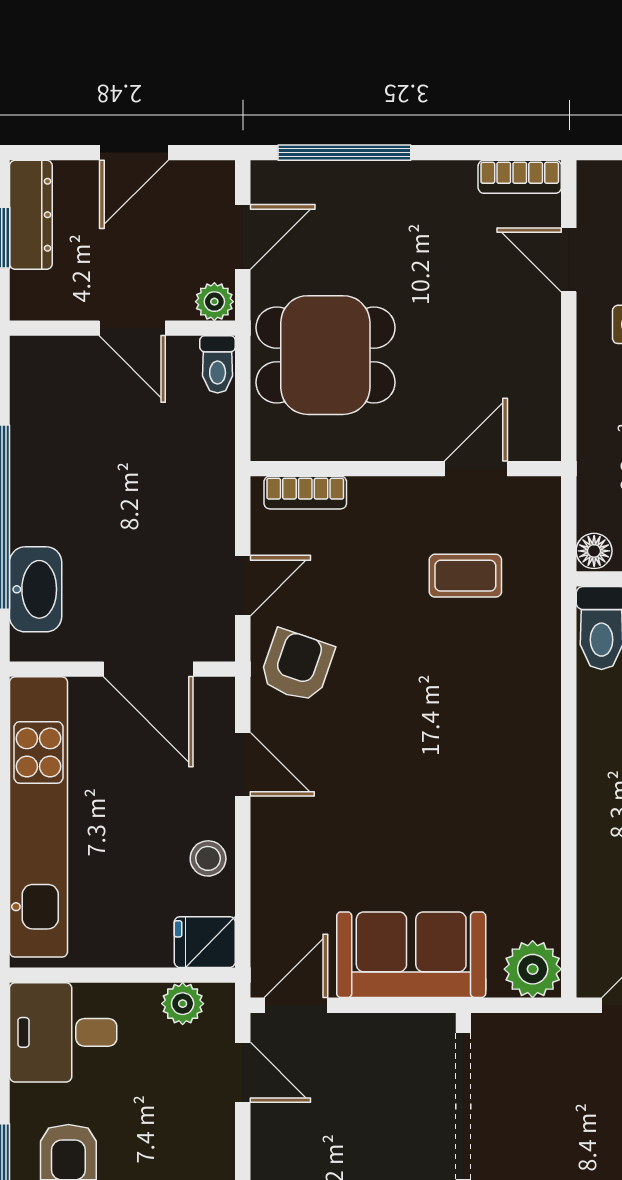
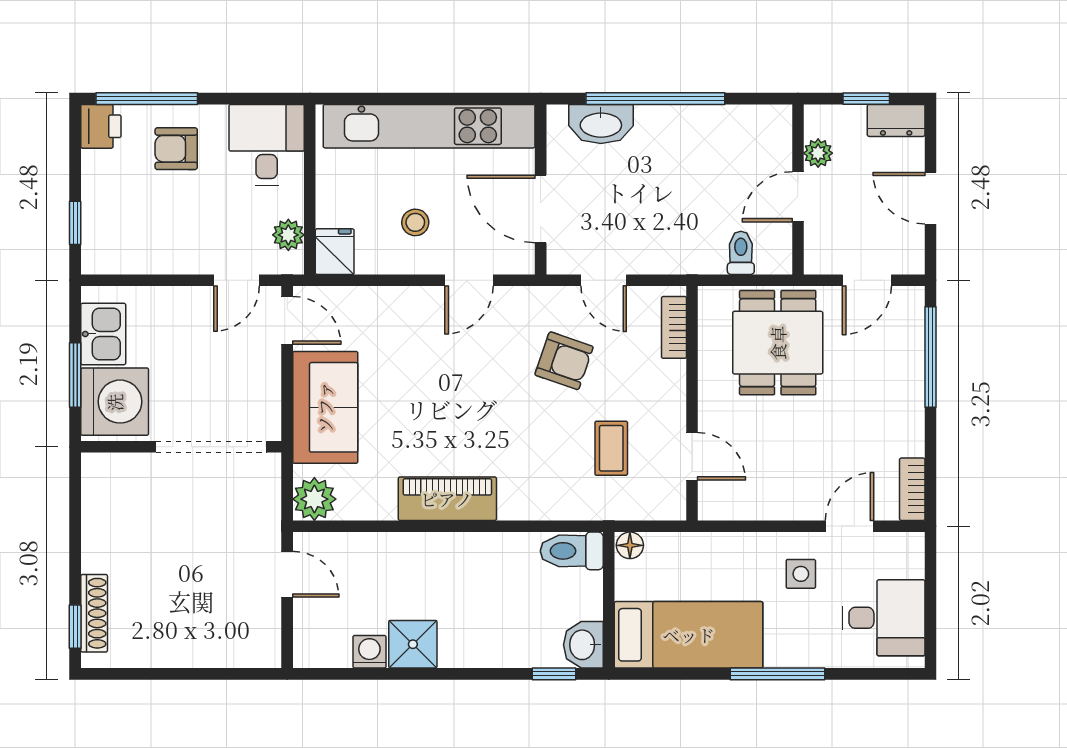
dresser: (31, 215) -> (896, 120), width x0.70
door: (243, 237) -> (867, 280), hinge flipped
plant: (214, 302) -> (818, 153), moved
toilet: (218, 364) -> (741, 253), moved, turned 90
armchair: (297, 666) -> (564, 361), moved
door: (148, 669) -> (541, 209), hinge flipped
piano: (532, 793) -> (447, 499), added
stool: (208, 858) -> (415, 222), moved

